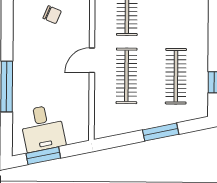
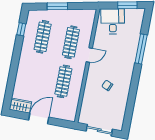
desk: (43, 128) -> (113, 21), moved

